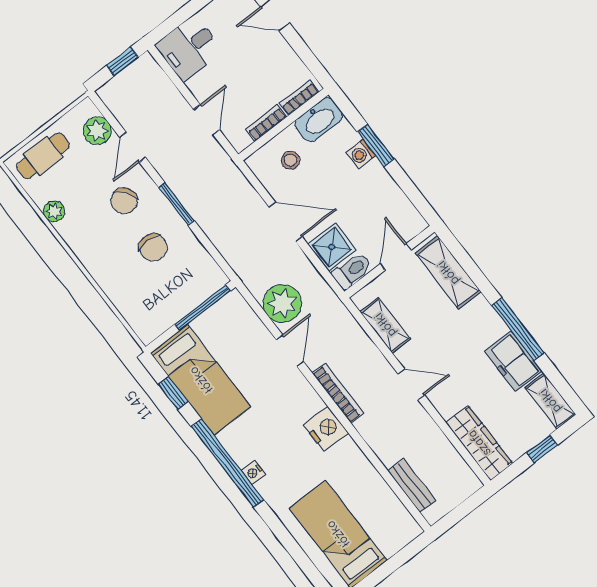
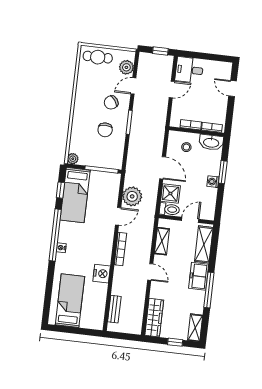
door: (207, 120) -> (172, 89), moved
washing machine: (361, 154) -> (213, 182), moved
plant: (54, 211) -> (73, 159), moved
freezer: (513, 361) -> (199, 276), moved
nightstand: (326, 429) -> (102, 274), moved

